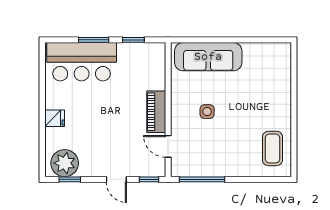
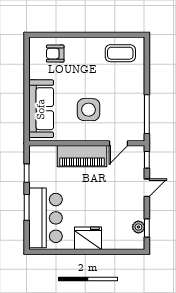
armchair: (272, 73) -> (55, 54), added
piano: (156, 112) -> (82, 156), width x1.37, depth x1.33
side table: (207, 112) -> (88, 110), width x1.87, depth x1.87
fridge: (55, 118) -> (88, 238), width x1.88, depth x1.34
plant: (65, 163) -> (138, 227), width x0.53, depth x0.53

